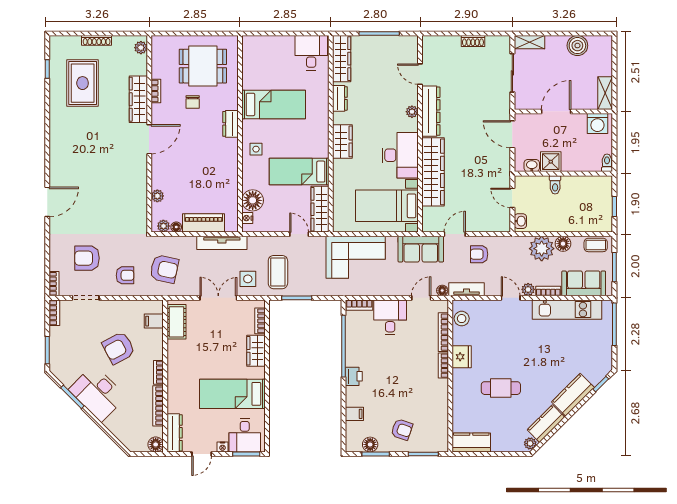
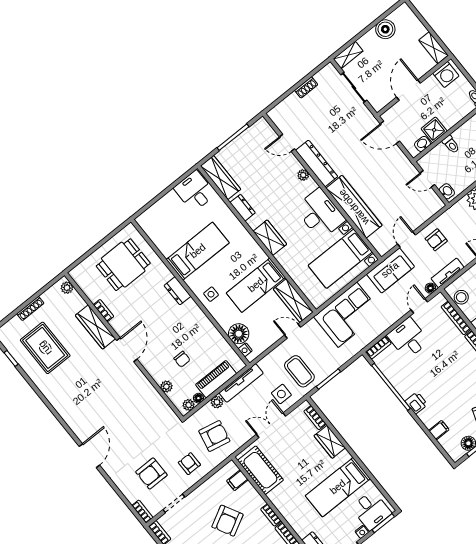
chair: (193, 102) -> (182, 359), moved
plant: (189, 243) -> (217, 402), added
armchair: (125, 275) -> (189, 464), turned -90
cot: (176, 322) -> (260, 470), width x1.37, depth x1.34

